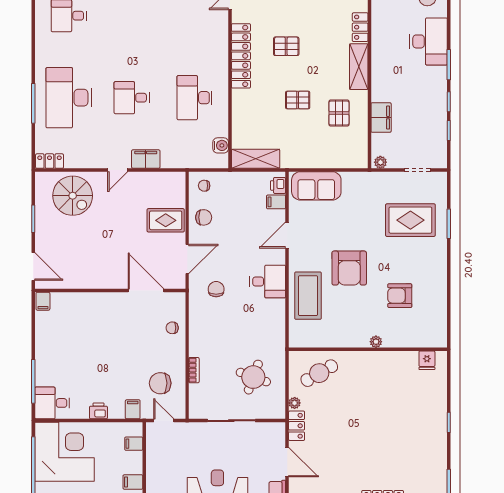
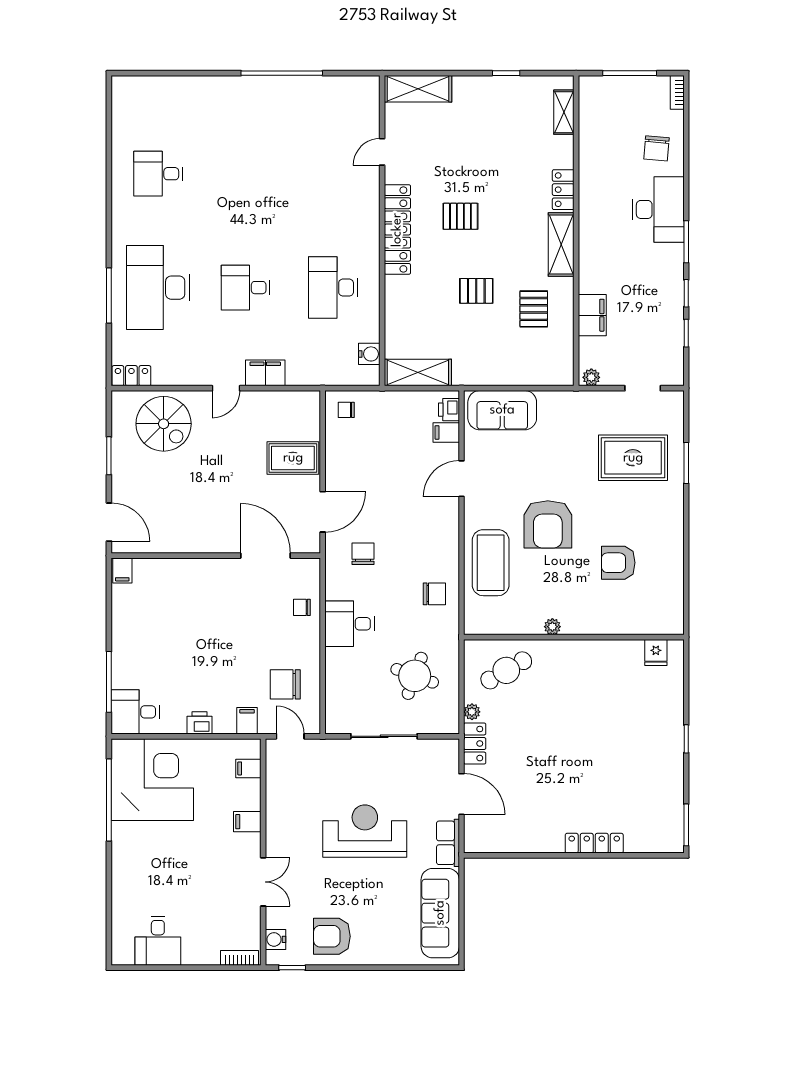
chair: (204, 217) -> (434, 594), moved
desk: (268, 282) -> (350, 624), moved, turned 180
plant: (376, 342) -> (552, 627), moved
bookcase: (194, 370) -> (332, 666), removed

